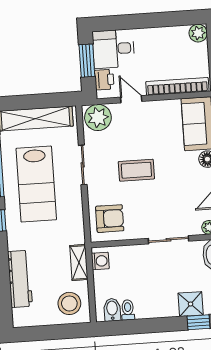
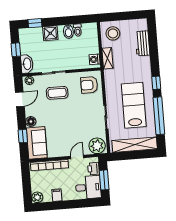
filing cabinet: (166, 36) -> (57, 195), added
door: (131, 99) -> (77, 157), swing flipped
coffee table: (136, 170) -> (57, 93), moved
workbench: (20, 279) -> (142, 43), width x0.73
shower: (191, 304) -> (50, 33), moved
bidet: (112, 310) -> (68, 32), moved

